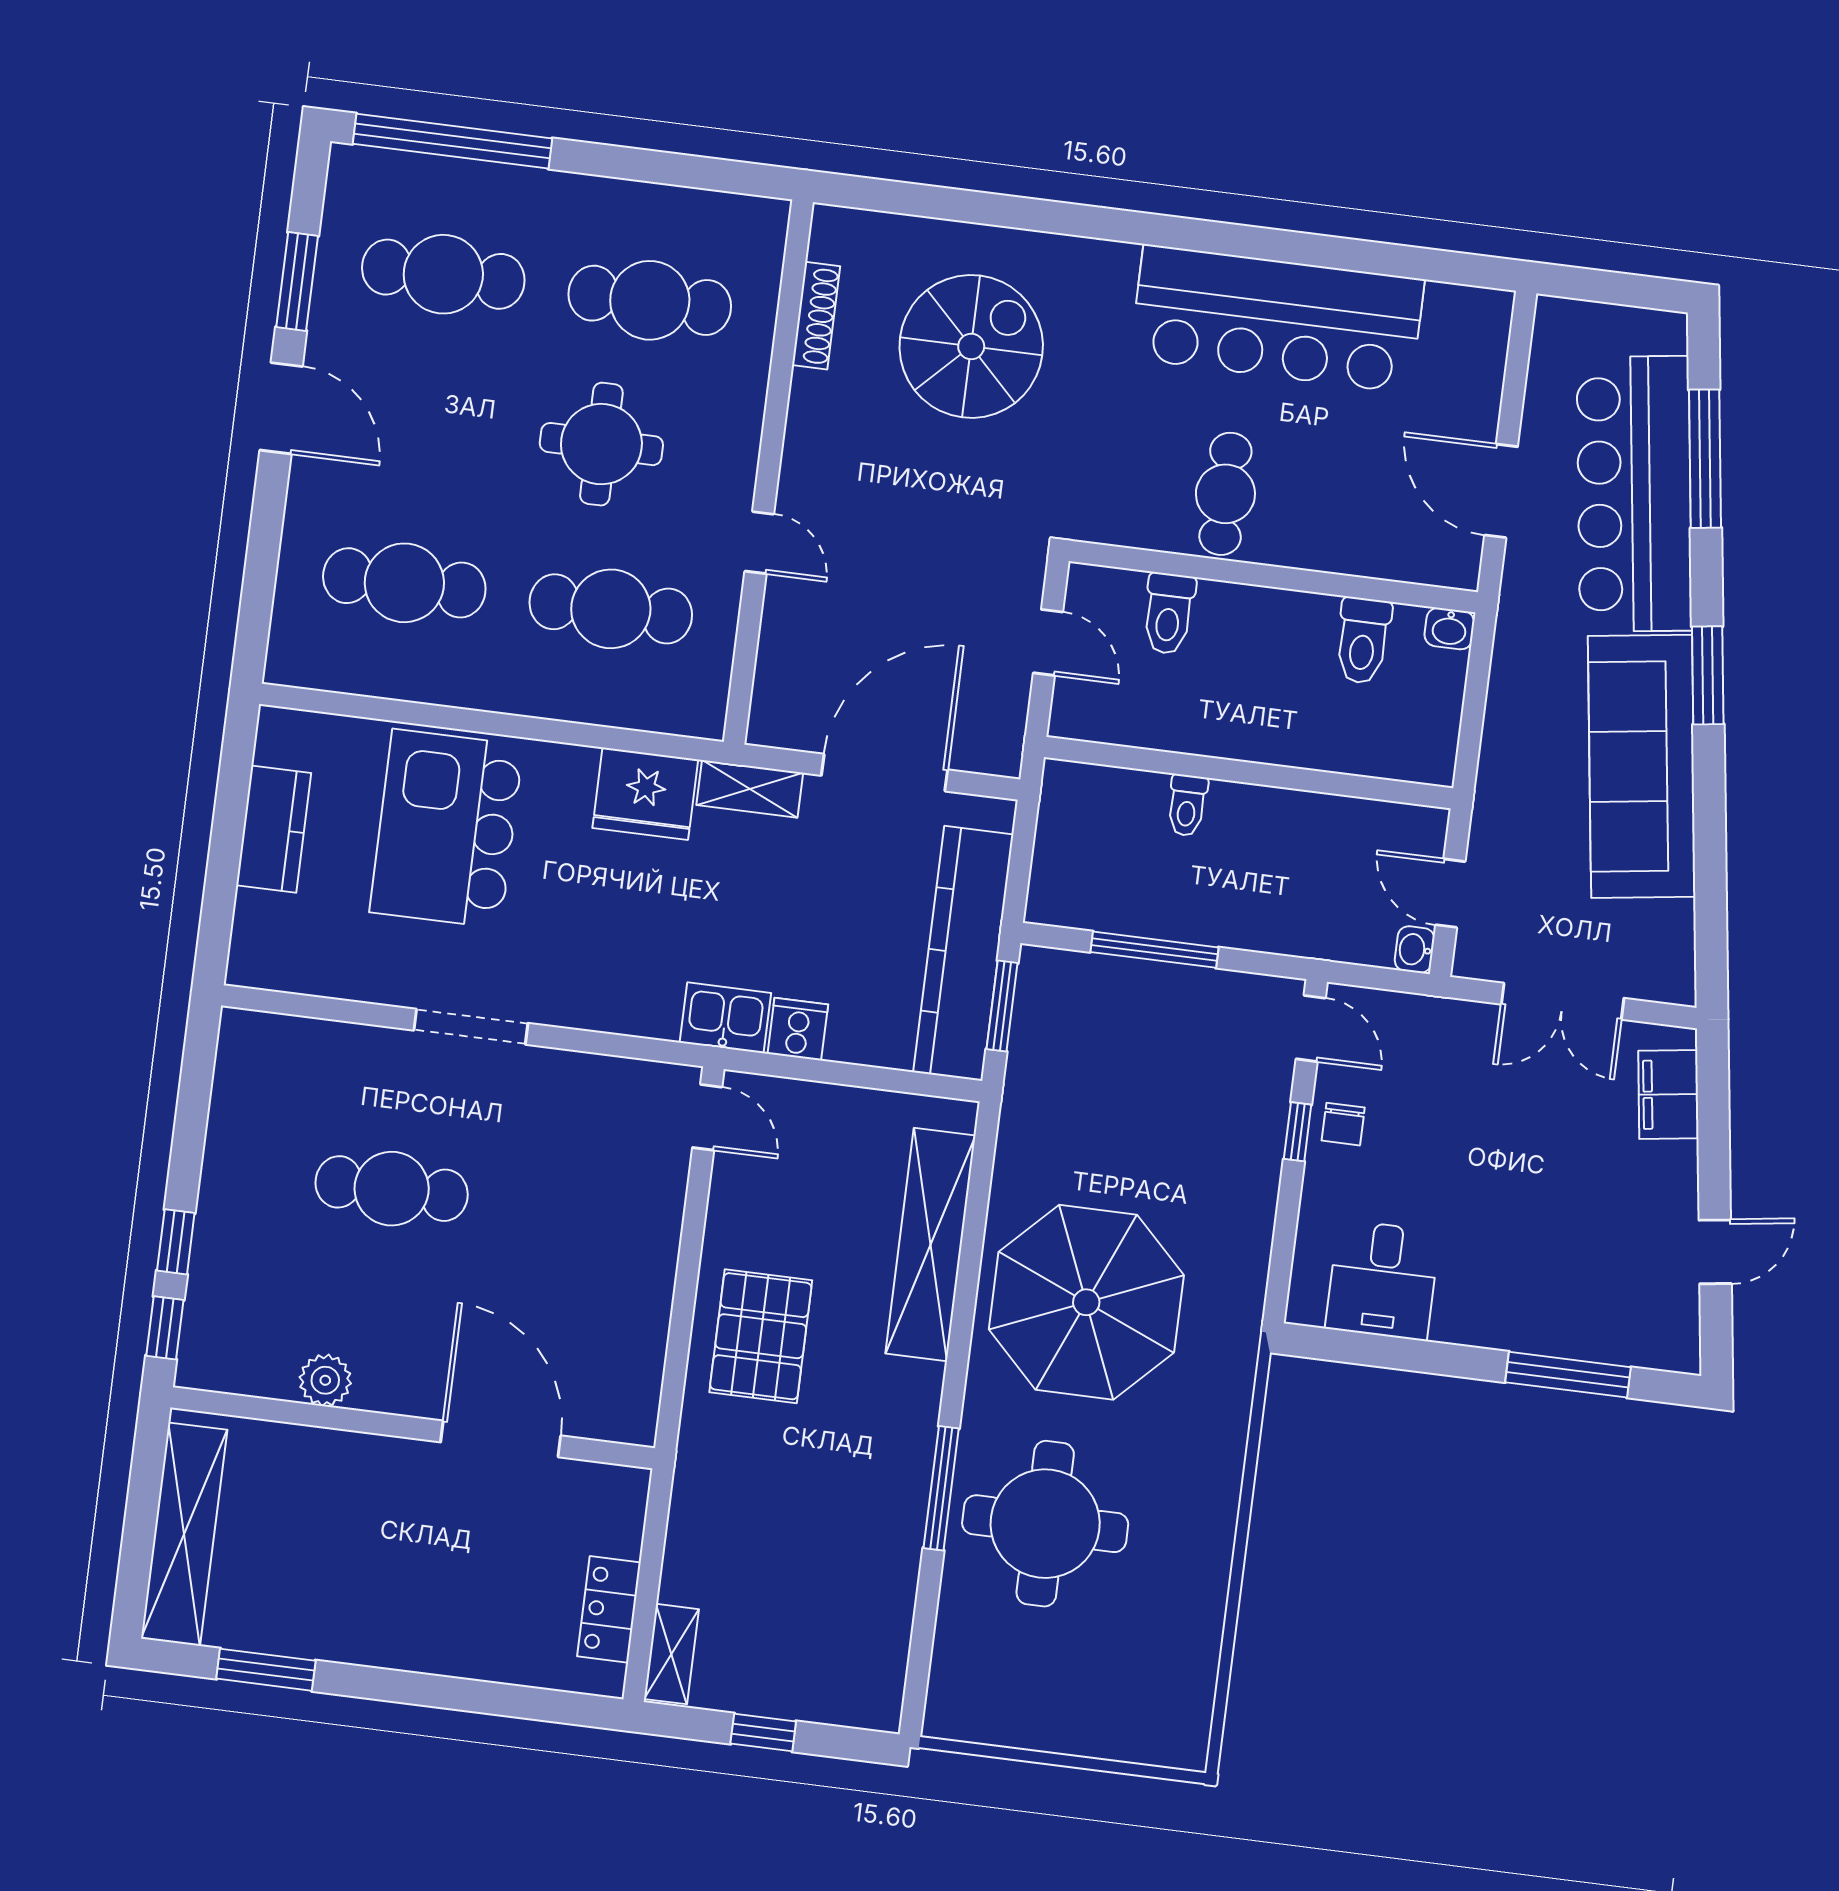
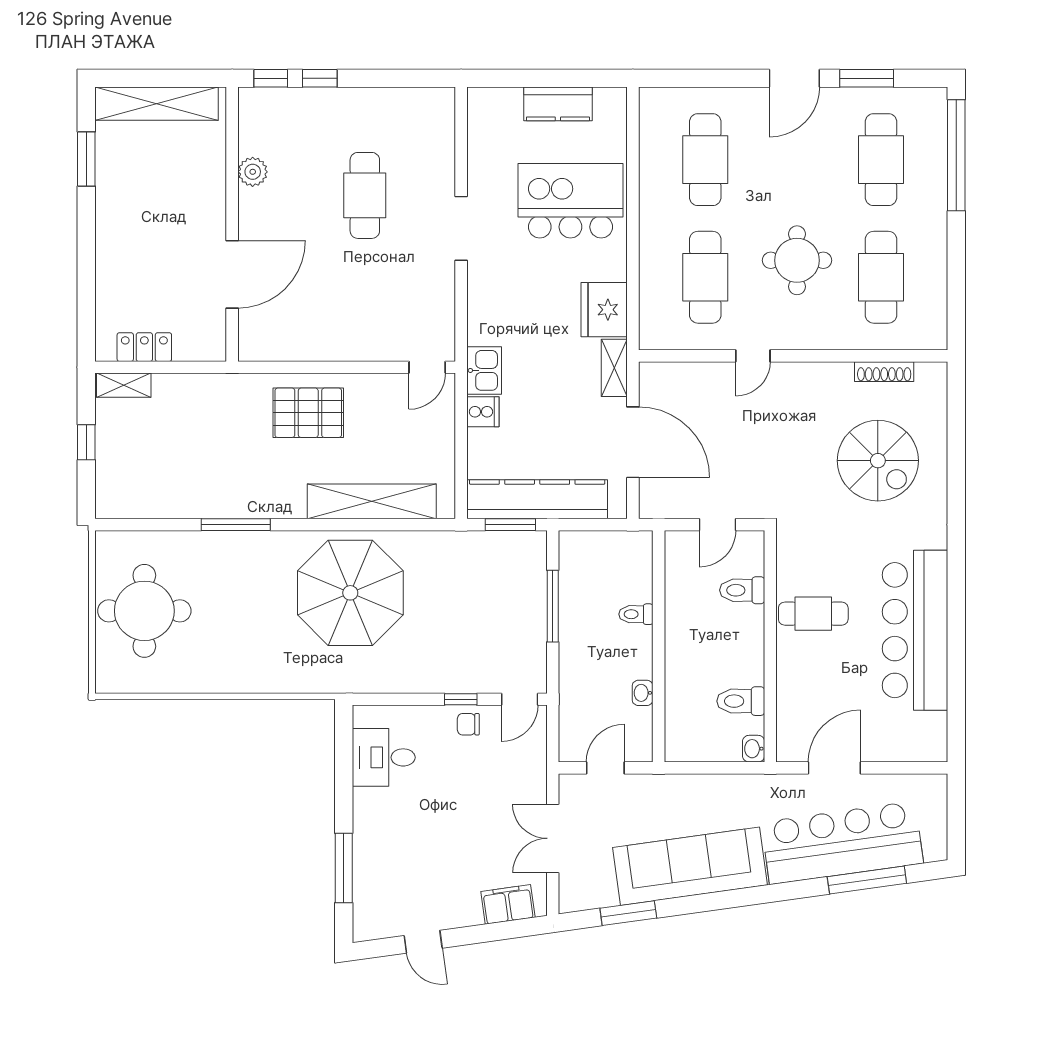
window: (1708, 675) -> (628, 913), moved
washbasin: (1415, 950) -> (643, 693), moved, turned -90
round table: (1045, 1524) -> (144, 611), moved

